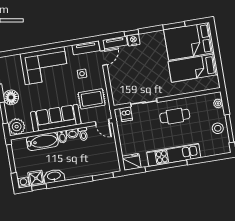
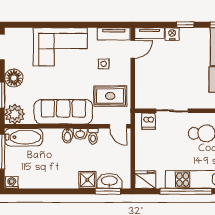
window: (131, 33) -> (185, 25), moved
bathtub: (42, 141) -> (24, 137), moved
washbasin: (54, 176) -> (109, 181), moved
shower: (36, 178) -> (87, 180), moved
window: (39, 187) -> (29, 191), removed

